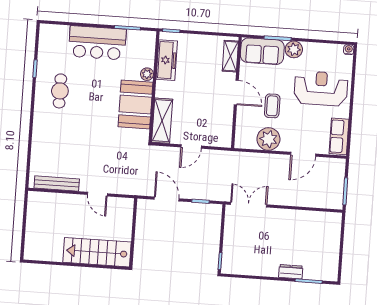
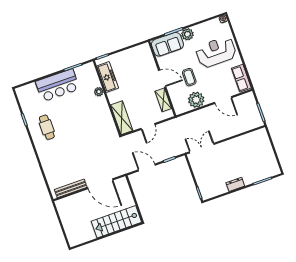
shelving: (230, 56) -> (163, 100), moved
booth: (135, 105) -> (100, 115), removed
door: (303, 154) -> (223, 100), hinge flipped
door: (97, 194) -> (100, 184), width x1.87
dresser: (291, 272) -> (235, 184), moved

